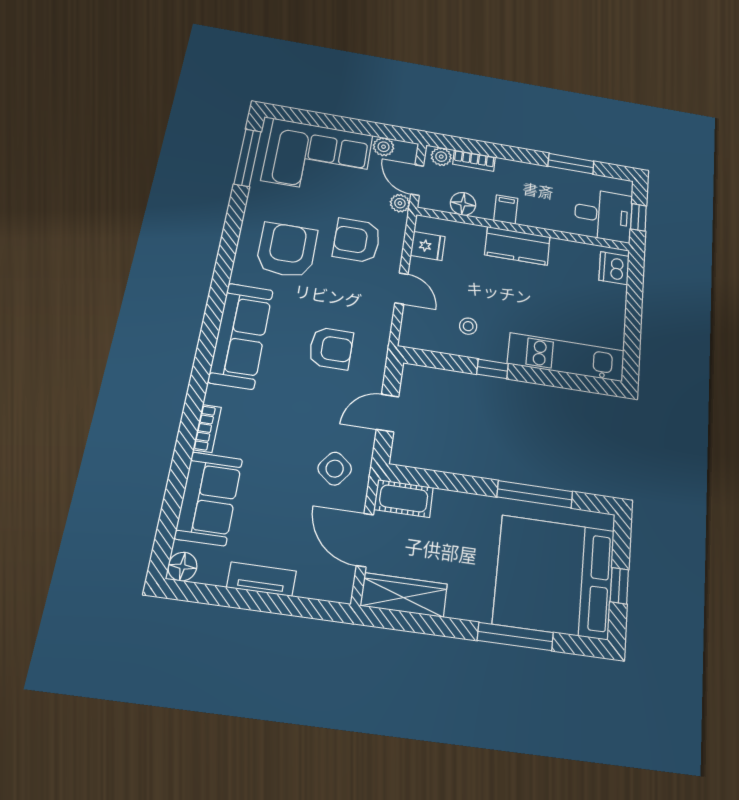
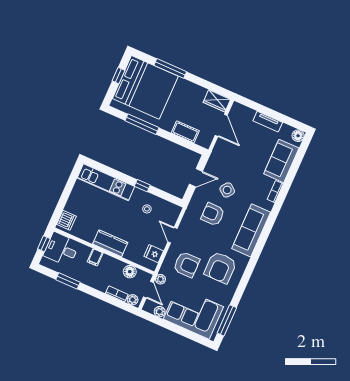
filing cabinet: (506, 209) -> (95, 257), moved
side table: (335, 469) -> (227, 190), moved
cot: (404, 498) -> (185, 132), moved
wardrobe: (404, 595) -> (217, 101), width x0.67

